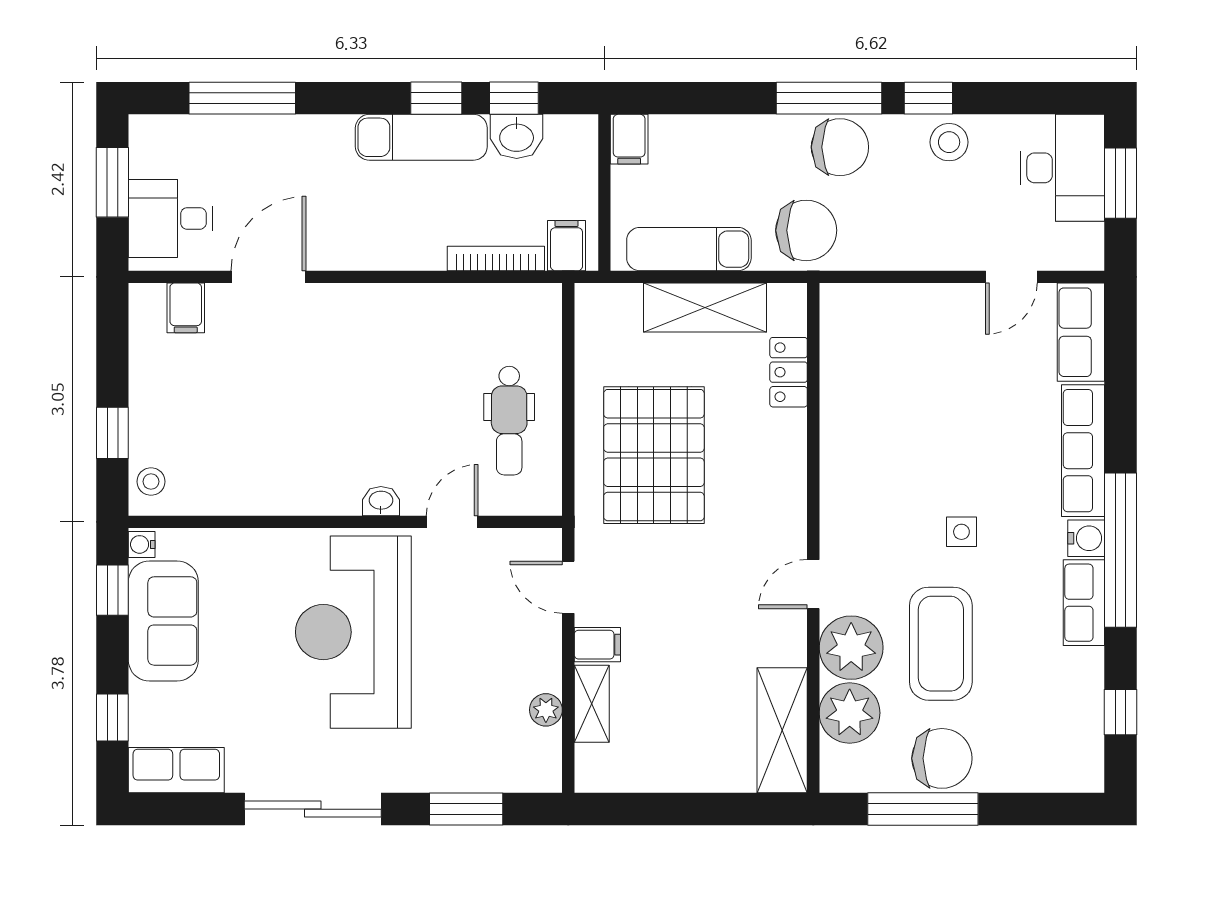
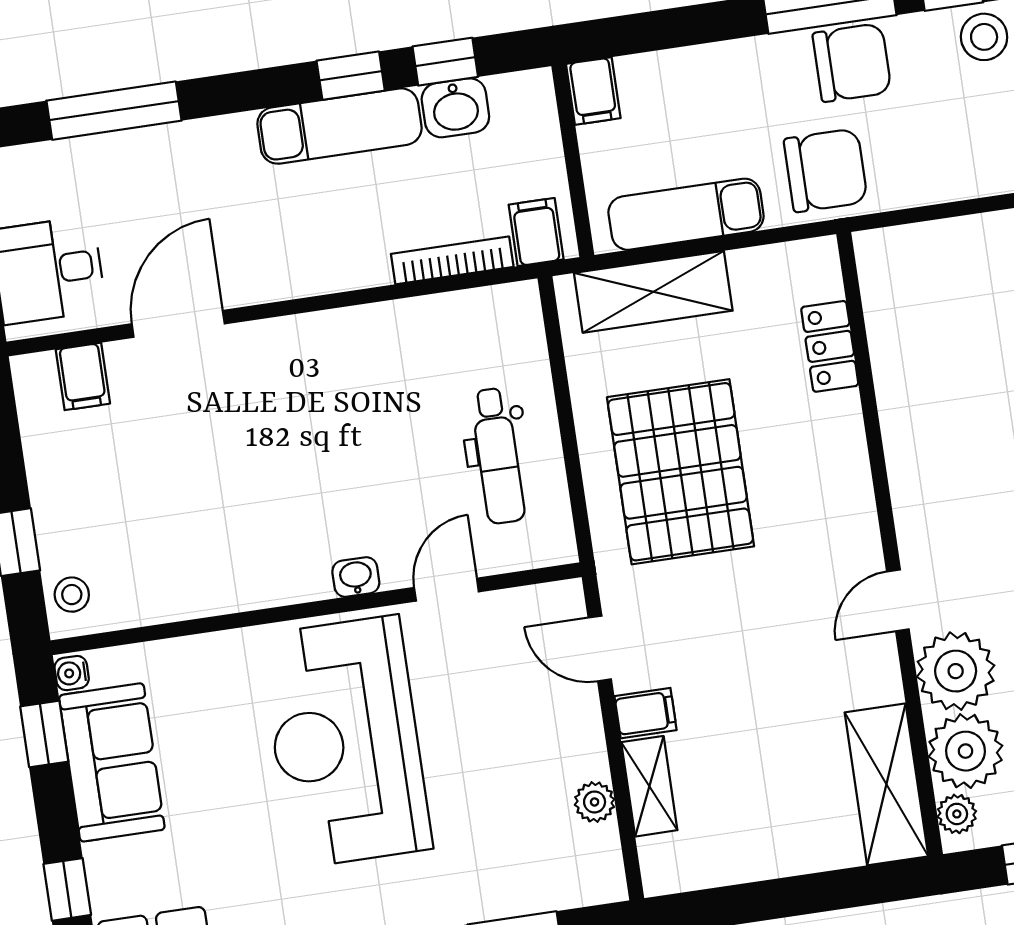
shelving: (705, 307) -> (653, 292), moved
plant: (835, 762) -> (957, 814), added

